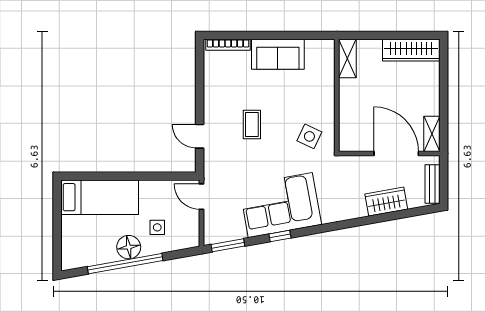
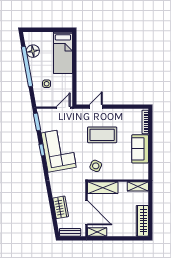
shelving: (350, 124) -> (103, 188), added
coffee table: (252, 125) -> (102, 135), width x1.86, depth x1.72
door: (396, 154) -> (86, 213), hinge flipped
floor lamp: (129, 247) -> (33, 51), moved

